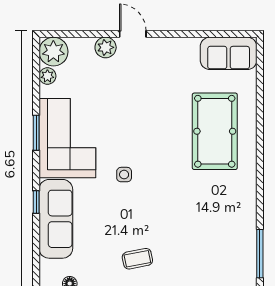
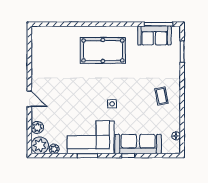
door: (133, 34) -> (29, 99), swing flipped
plant: (106, 47) -> (37, 127), moved
sofa: (229, 53) -> (154, 35), moved, turned 90
pool table: (215, 131) -> (103, 50), moved

